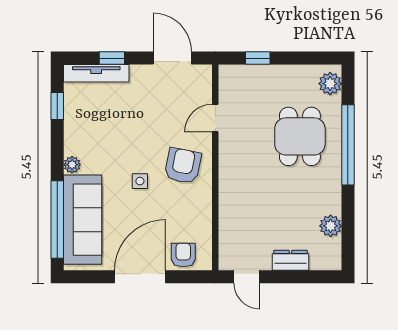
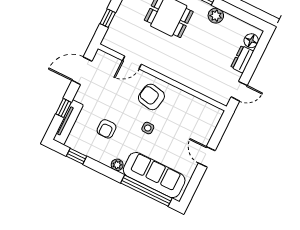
door: (215, 118) -> (132, 62), hinge flipped
plant: (331, 226) -> (216, 16), moved
armchair: (183, 255) -> (107, 129), moved, turned -90
floor lamp: (321, 260) -> (251, 41), added
door: (140, 277) -> (207, 157), width x0.53

